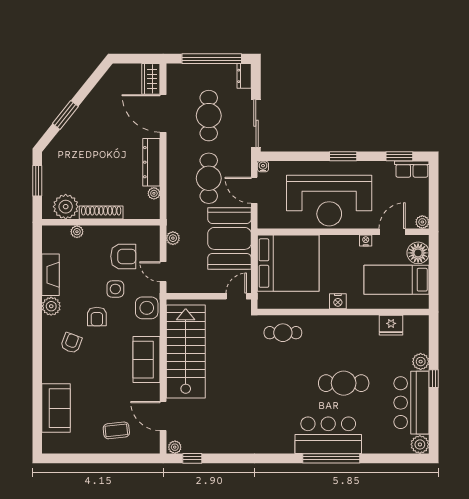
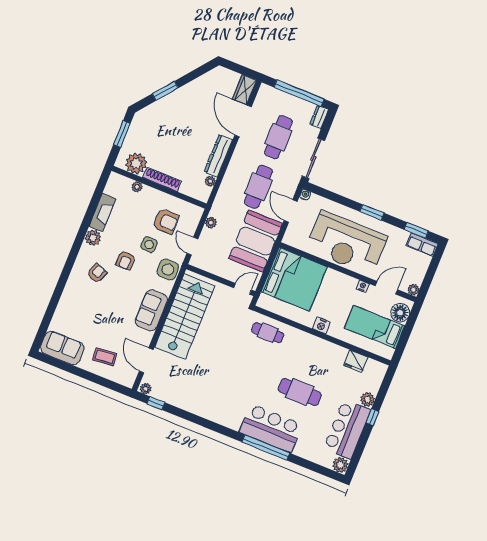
sofa: (56, 408) -> (62, 348), moved, turned -90

